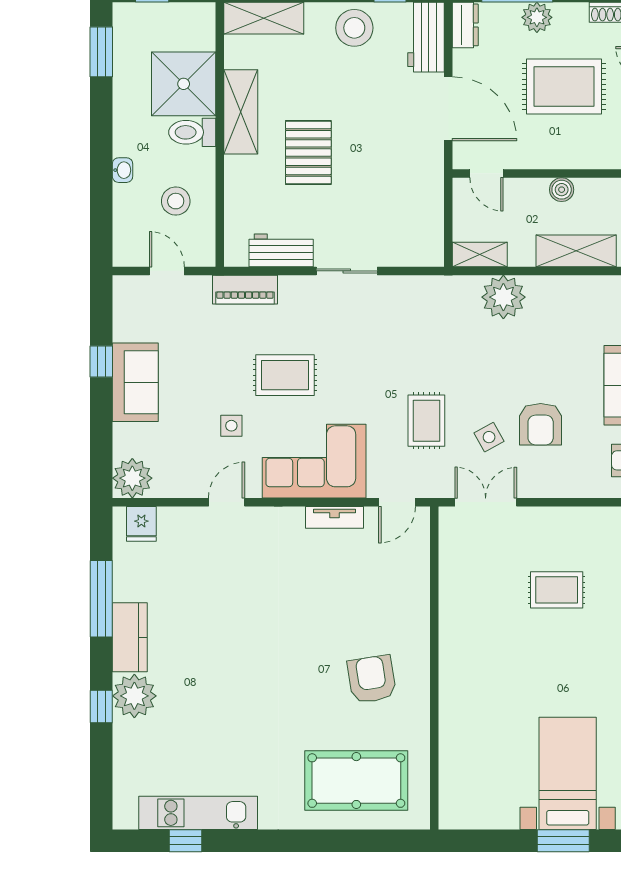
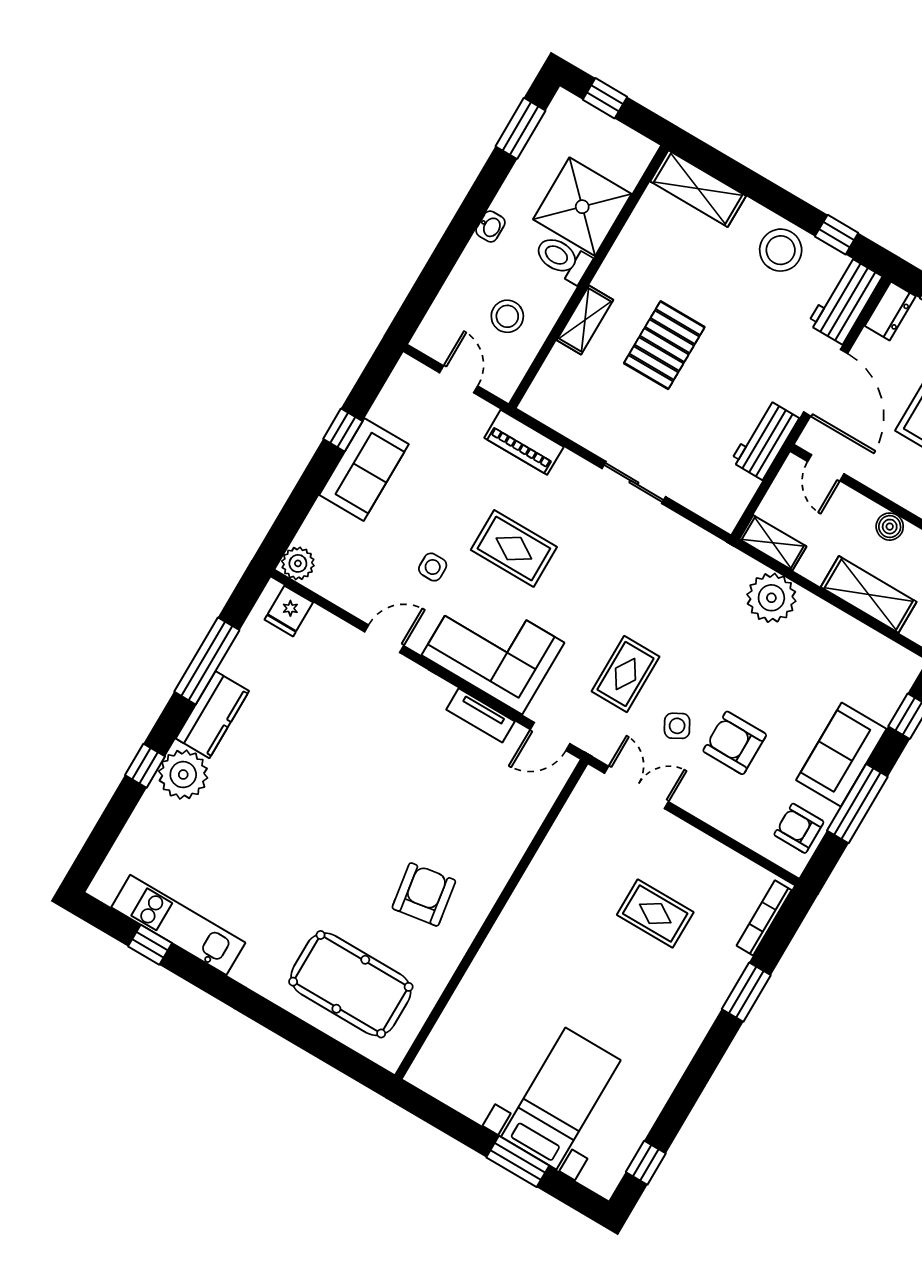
shelving: (241, 112) -> (585, 320), moved, width x0.67, depth x0.75
washbasin: (123, 170) -> (490, 227), moved
workbench: (281, 250) -> (765, 440), moved, turned -90
armchair: (541, 424) -> (735, 743), turned 90
plant: (132, 478) -> (298, 563), width x0.73, depth x0.73

